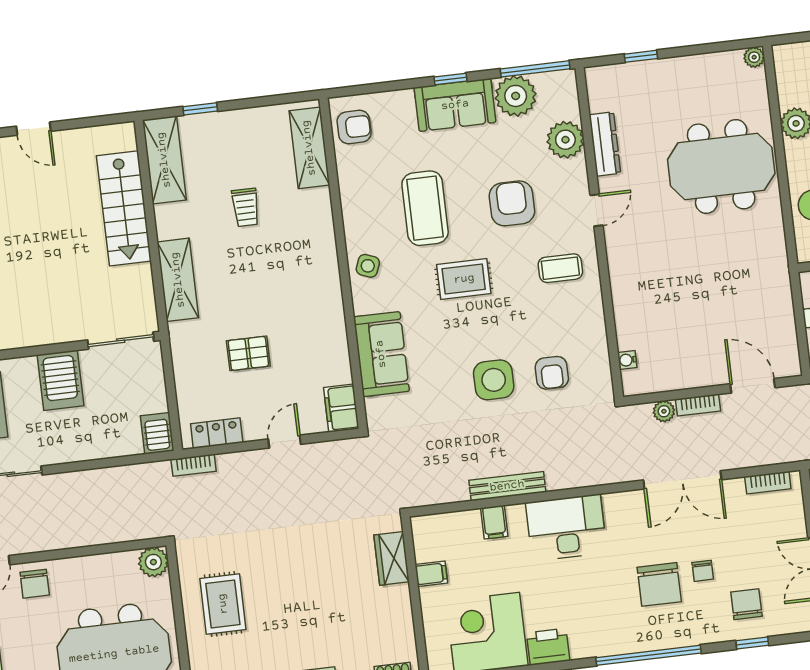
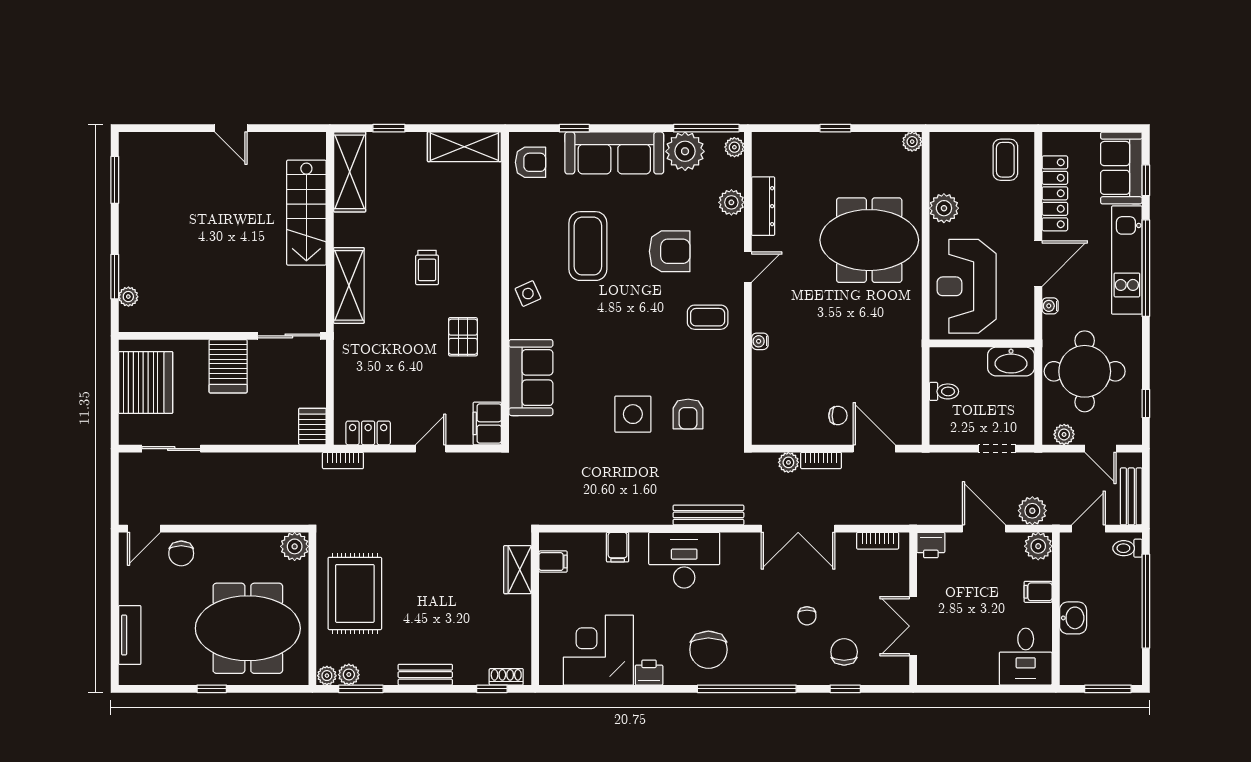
window: (641, 56) -> (835, 128), moved
window: (450, 79) -> (574, 128), moved
plant: (567, 85) -> (734, 147), added
sofa: (455, 105) -> (614, 153), width x1.36
plant: (565, 140) -> (731, 202), width x0.73, depth x0.73
shelving: (309, 148) -> (464, 147), moved, turned 90
armchair: (512, 203) -> (670, 251), turned 90
trolley: (246, 207) -> (427, 267), moved
side table: (368, 266) -> (528, 294), turned 45
rug: (464, 279) -> (616, 317), removed
pallet: (248, 353) -> (463, 337), moved, turned 90
chair: (710, 356) -> (838, 416), added
water cooler: (627, 360) -> (760, 341), moved
bench: (507, 486) -> (708, 515), moved
filing cabinet: (431, 574) -> (553, 562), moved
chair: (659, 584) -> (708, 650), moved
rug: (223, 604) -> (355, 593), width x1.36, depth x1.43
printer: (548, 647) -> (649, 673), width x0.73, depth x0.81

